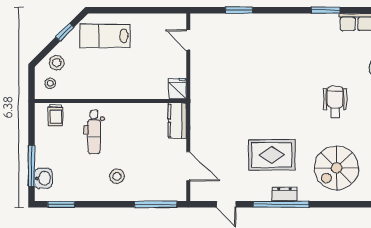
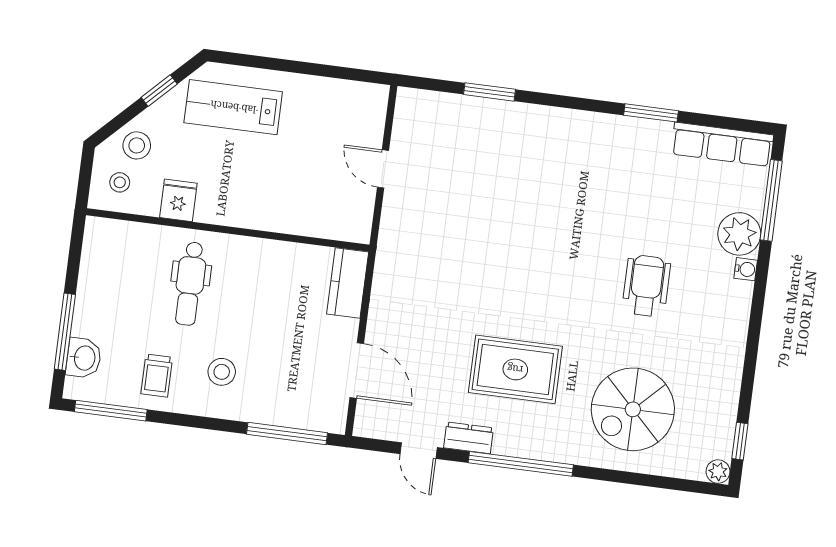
door: (188, 40) -> (383, 169), moved
fridge: (178, 89) -> (178, 200), moved
trolley: (56, 115) -> (157, 376), moved
dresser: (284, 194) -> (469, 438), moved
window: (61, 204) -> (111, 411), width x1.44

